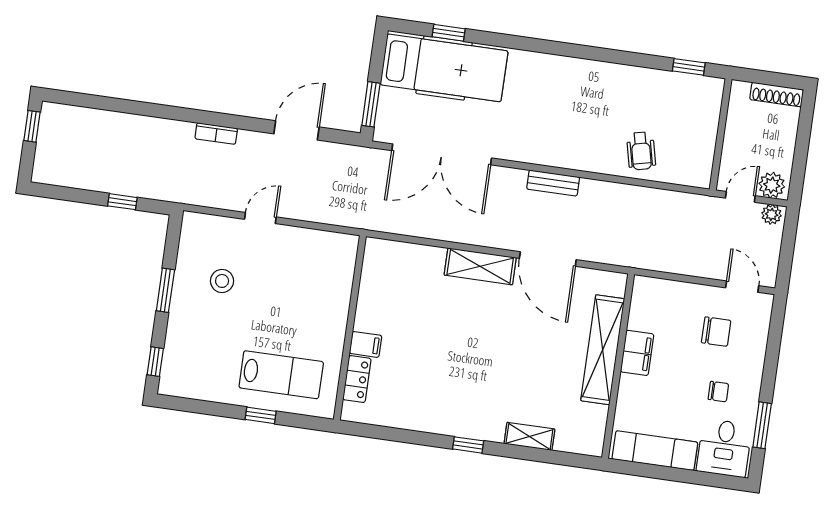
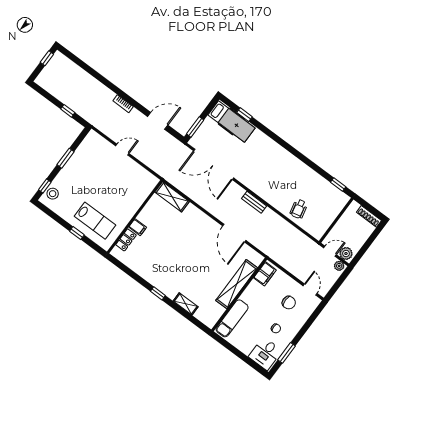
hospital bed: (444, 68) -> (231, 121), width x0.73, depth x0.78
shelving: (480, 266) -> (172, 197), moved
stool: (222, 281) -> (53, 194), moved
filing cabinet: (637, 353) -> (265, 274), moved
exam couch: (655, 451) -> (232, 318), moved, turned 90

